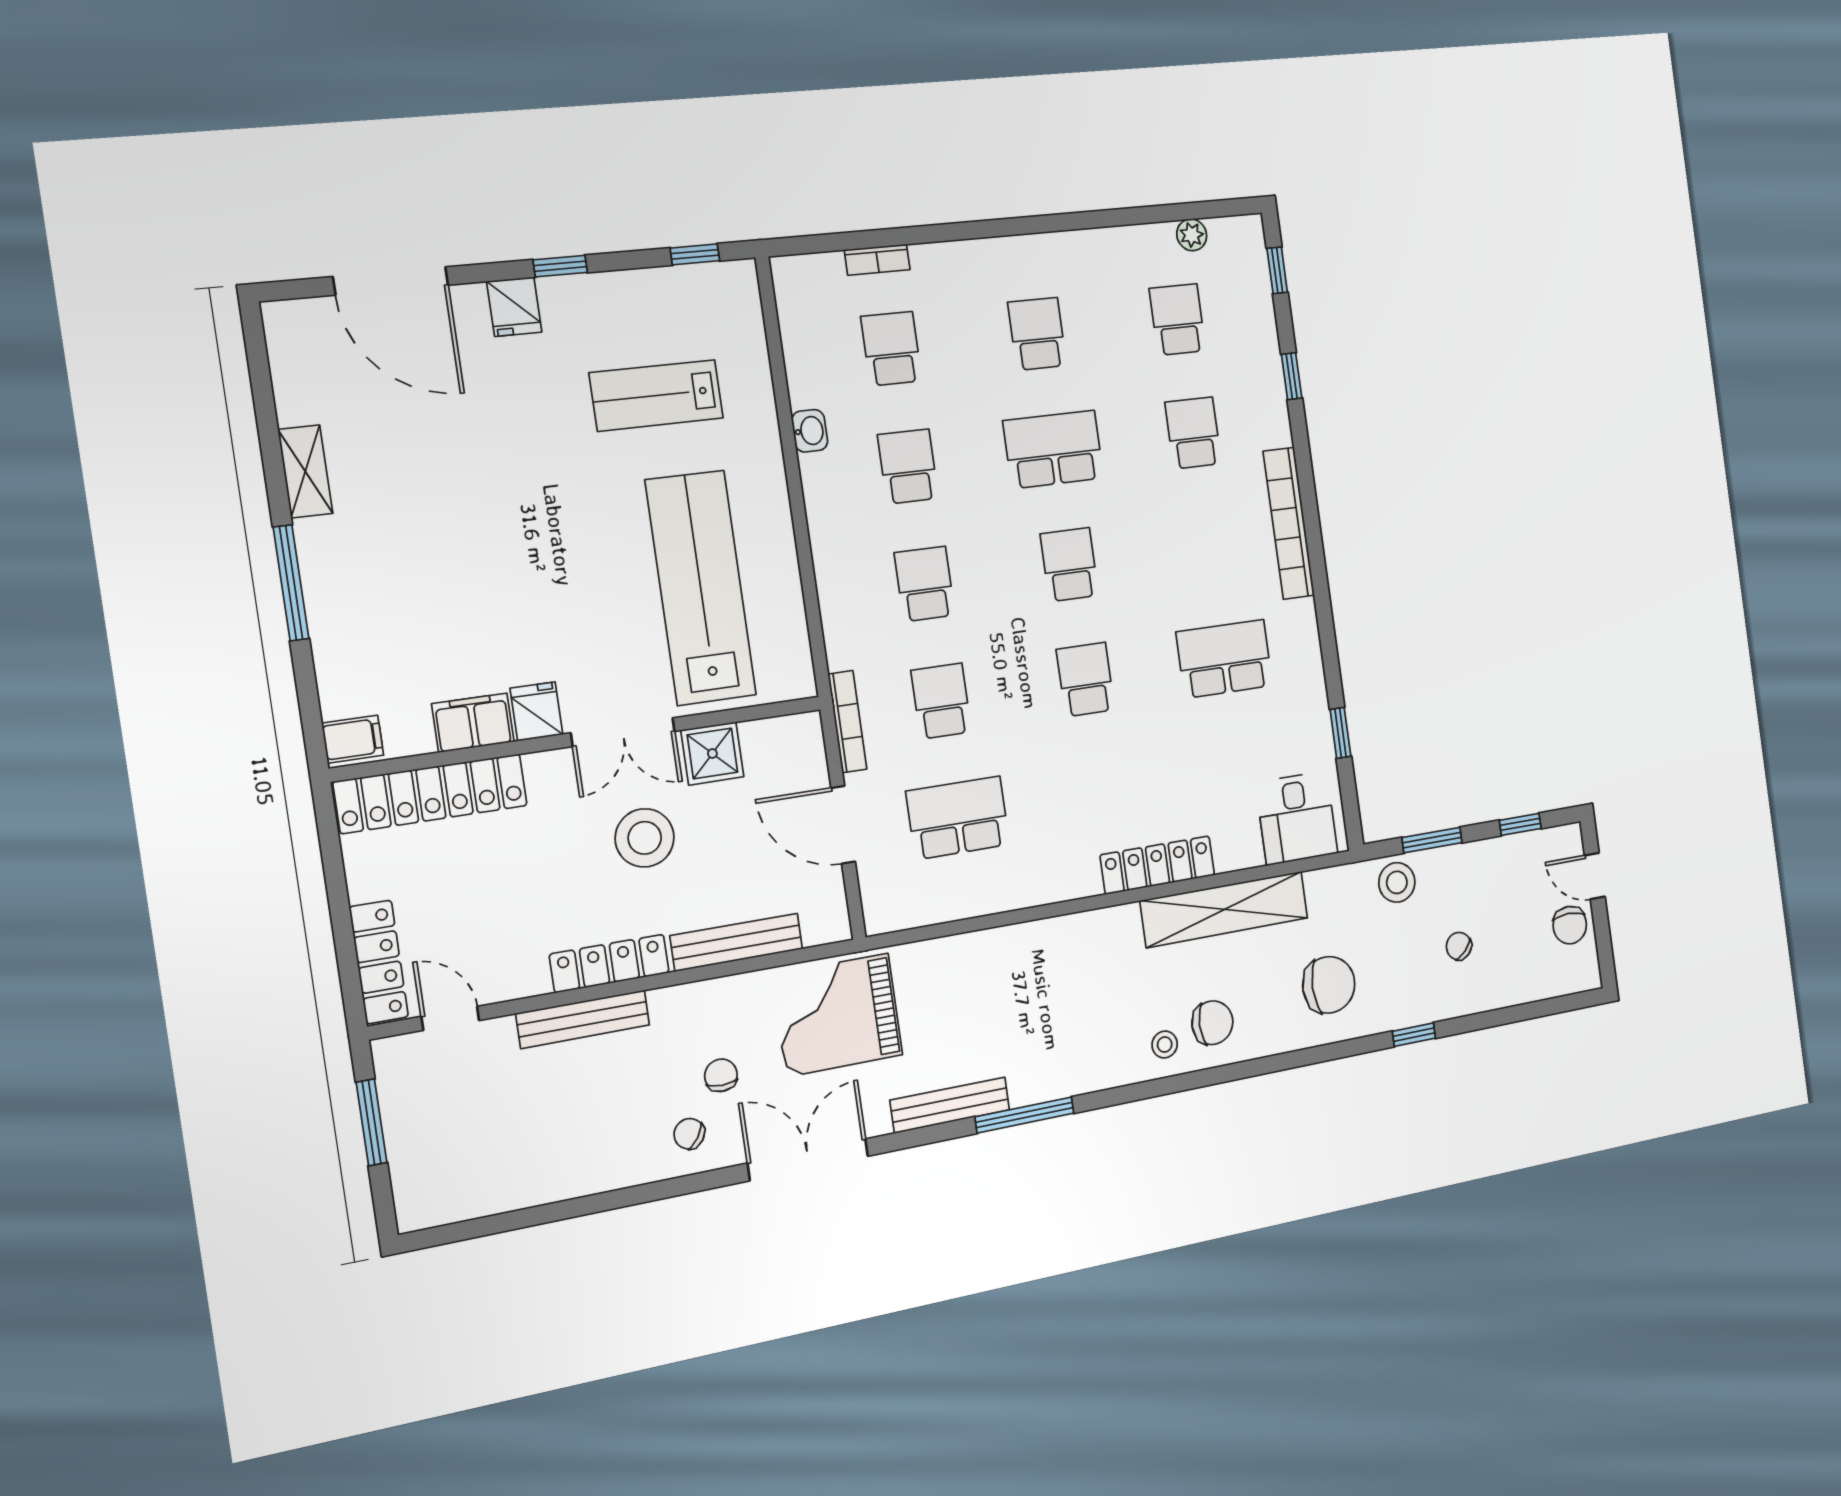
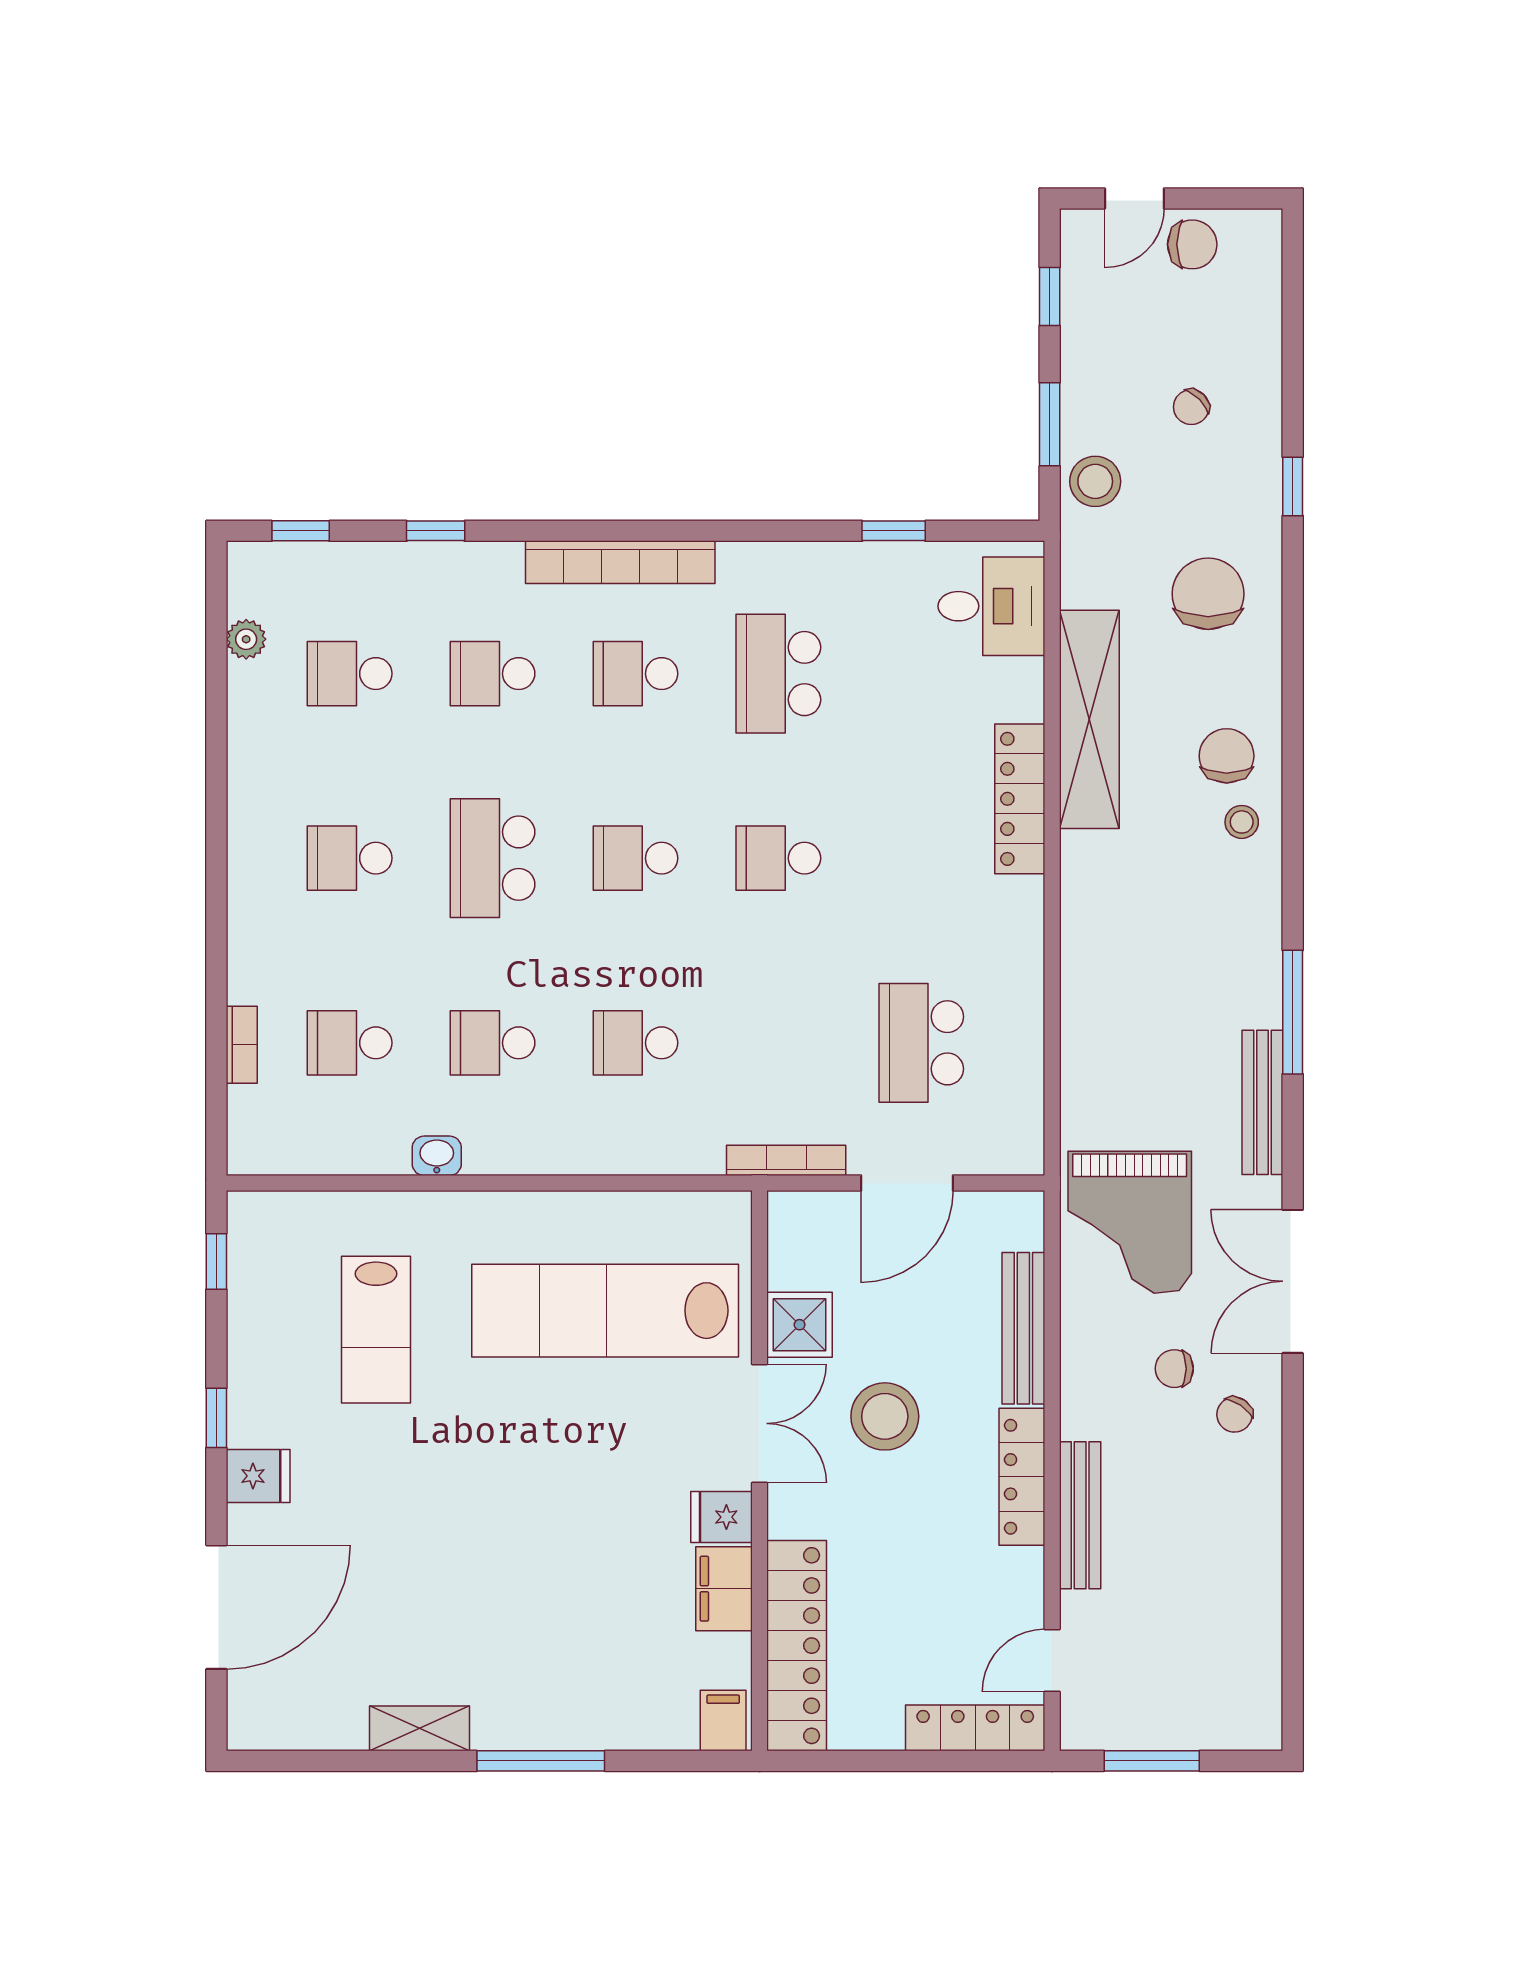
school desk: (941, 701) -> (635, 674), moved

